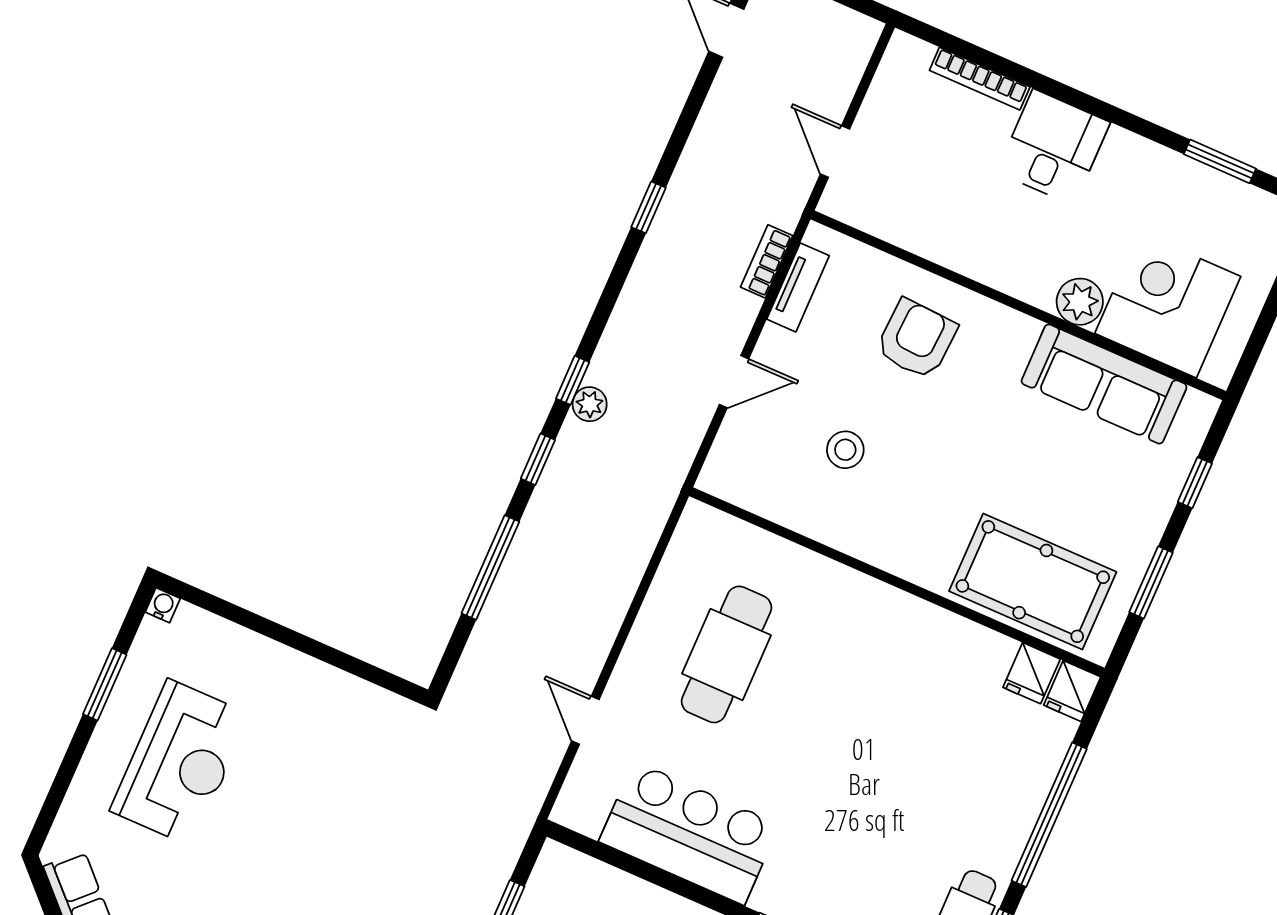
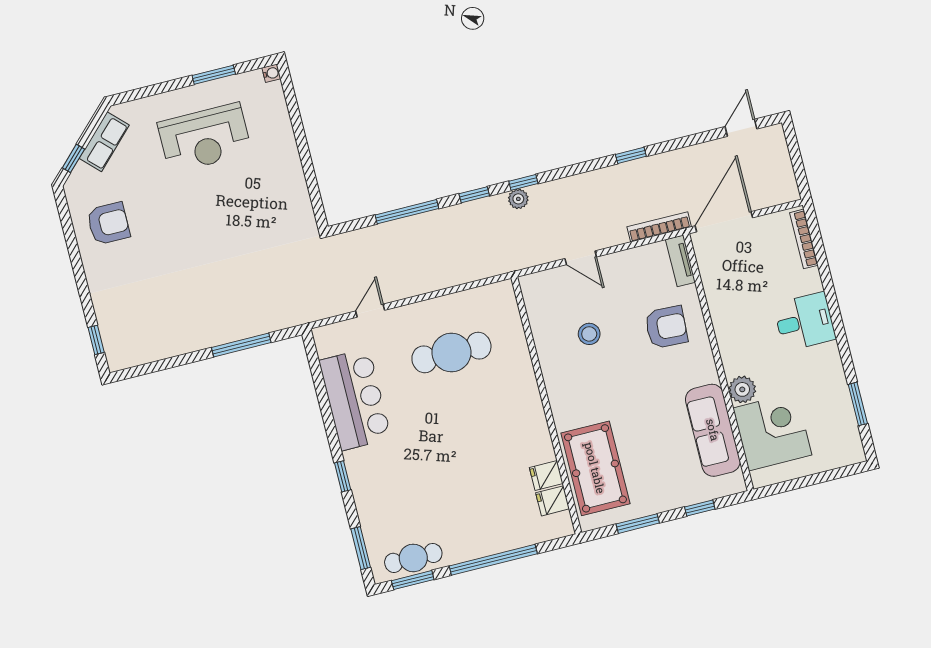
bookcase: (980, 79) -> (804, 239), moved
door: (835, 152) -> (724, 222), width x1.88
bookcase: (767, 261) -> (659, 227), width x1.56
tv unit: (798, 287) -> (680, 261), moved, turned 90
fridge: (1072, 691) -> (546, 476), moved

